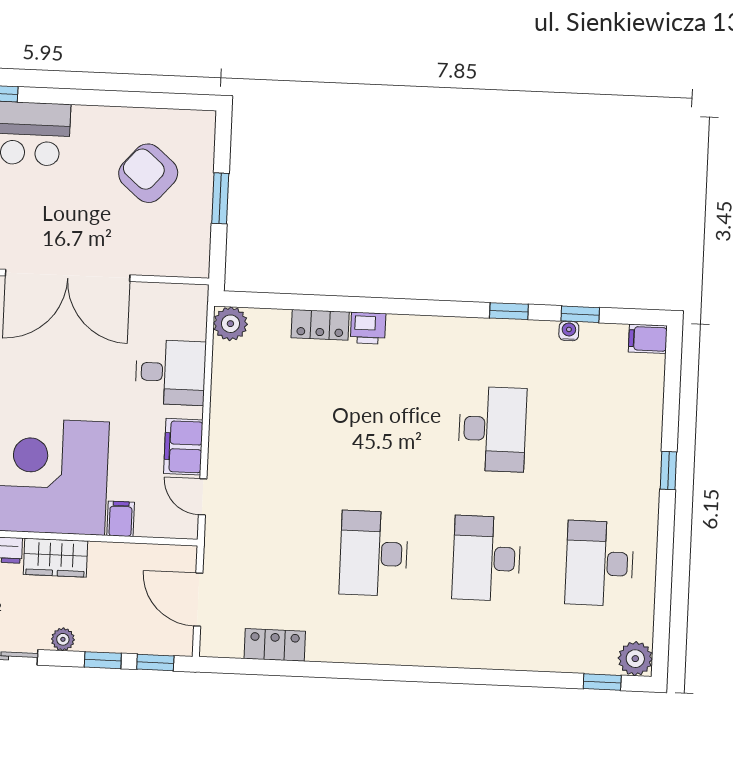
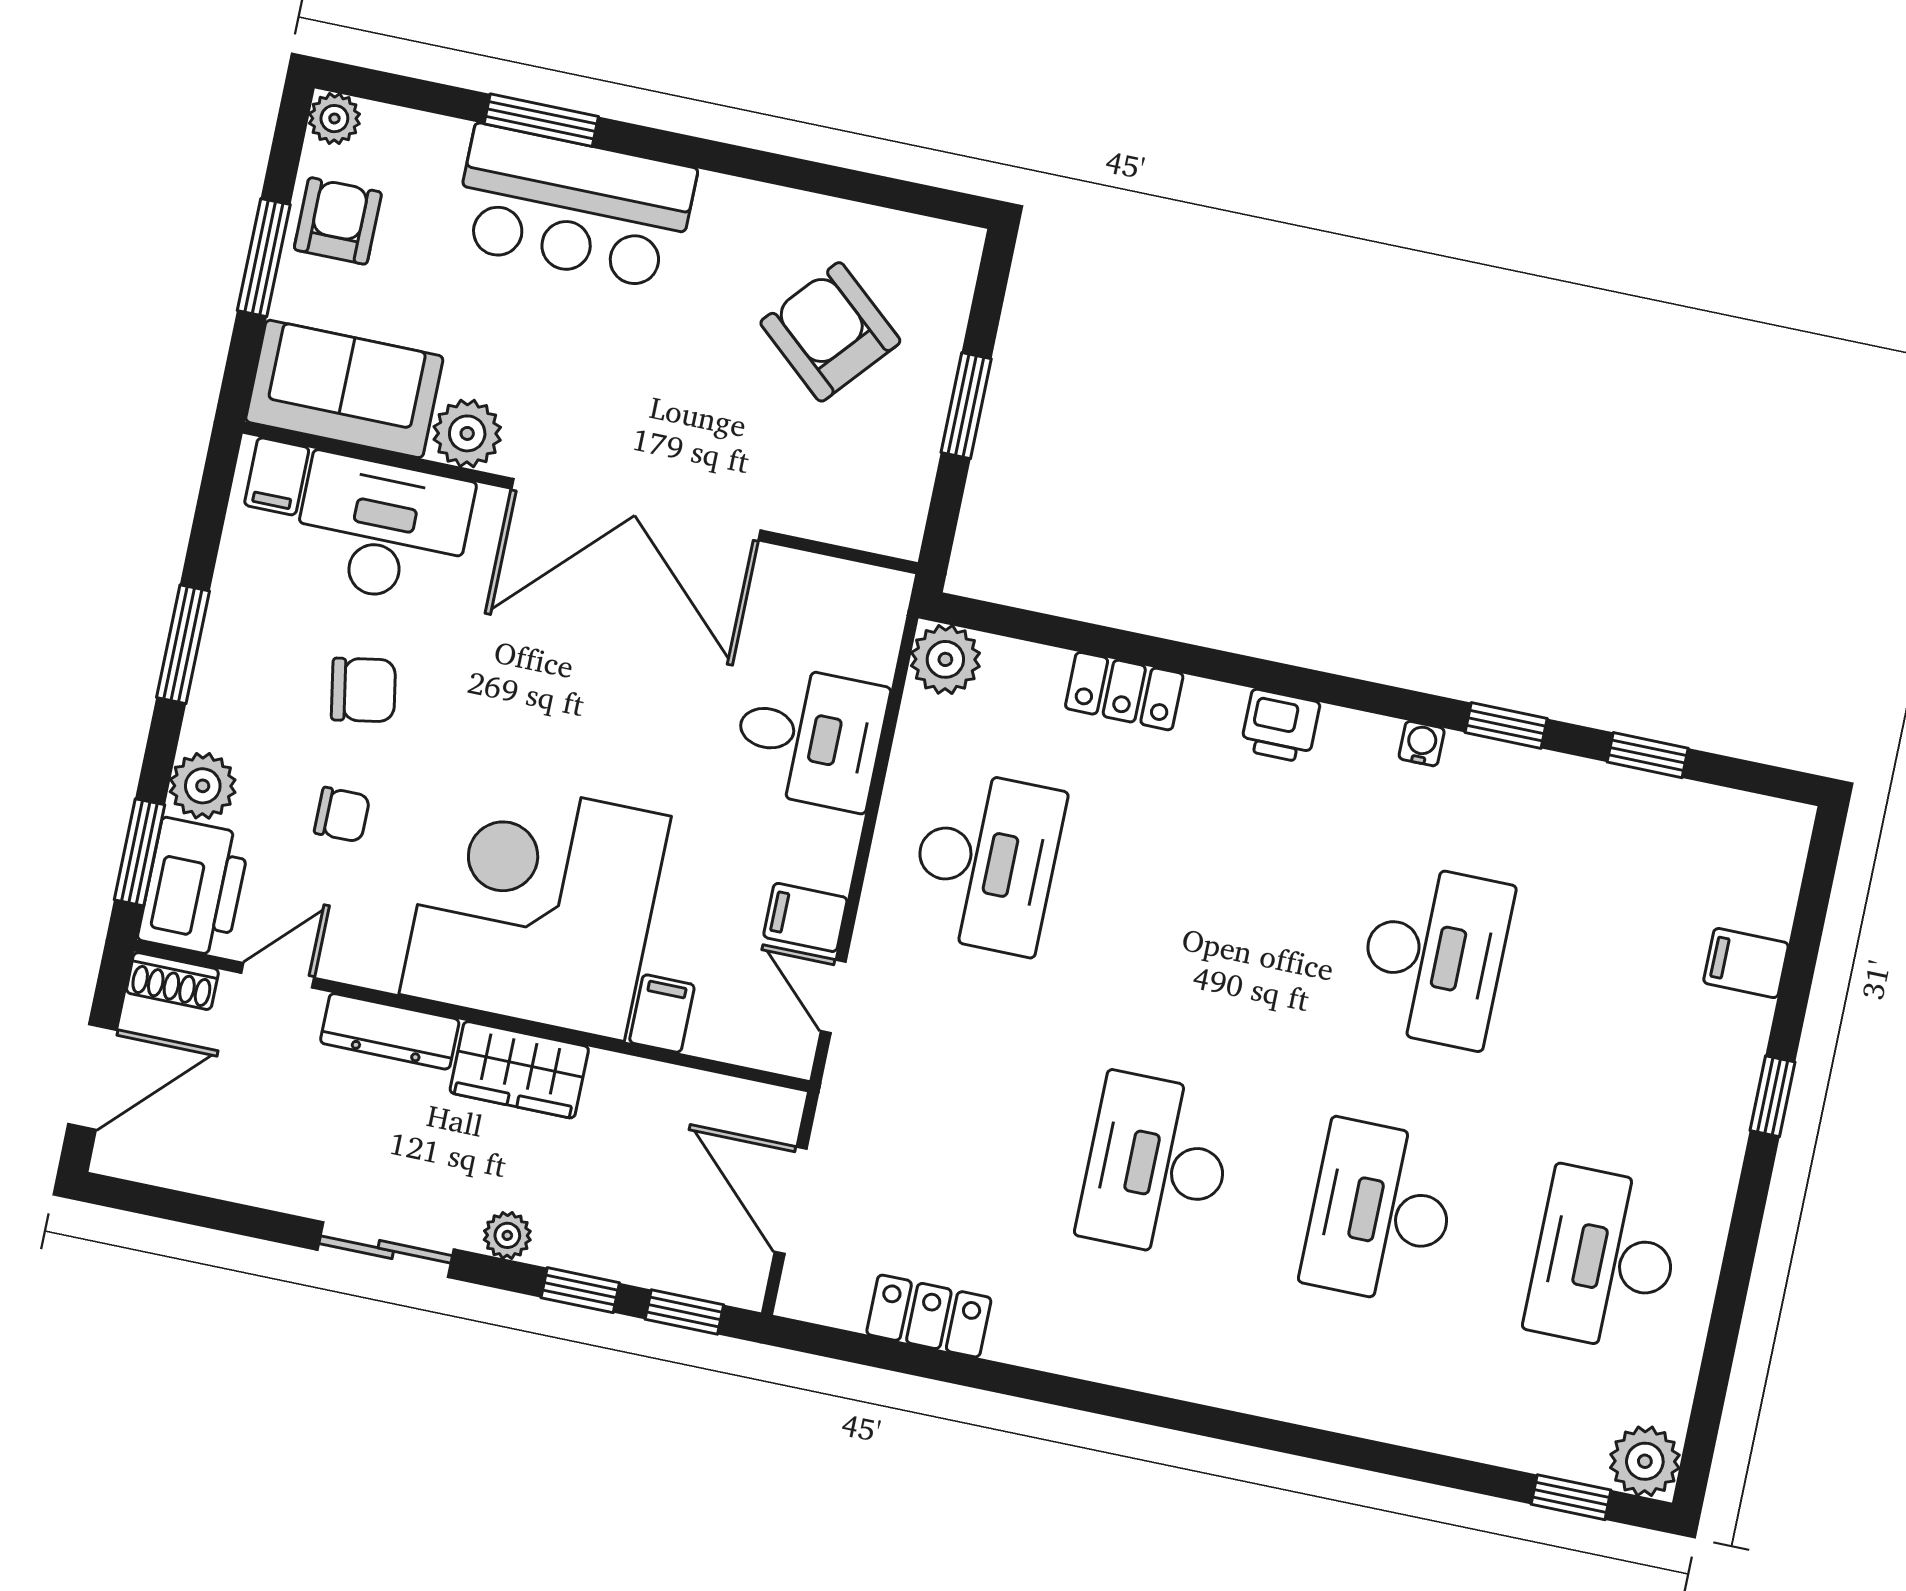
printer: (368, 328) -> (1280, 726), moved
water cooler: (569, 331) -> (1422, 744), moved
filing cabinet: (648, 339) -> (1746, 963), moved
desk: (266, 419) -> (986, 862), added
filing cabinet: (183, 447) -> (805, 917), width x0.50

